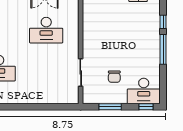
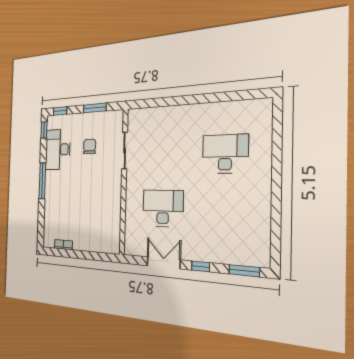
window: (163, 22) -> (44, 130), moved
desk: (144, 91) -> (58, 150), moved, turned -90

